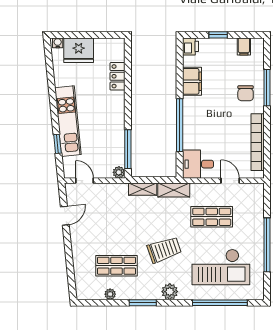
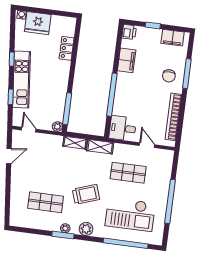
filing cabinet: (244, 46) -> (173, 38), width x2.00
window: (53, 98) -> (12, 59), added
plant: (110, 294) -> (65, 228), moved

